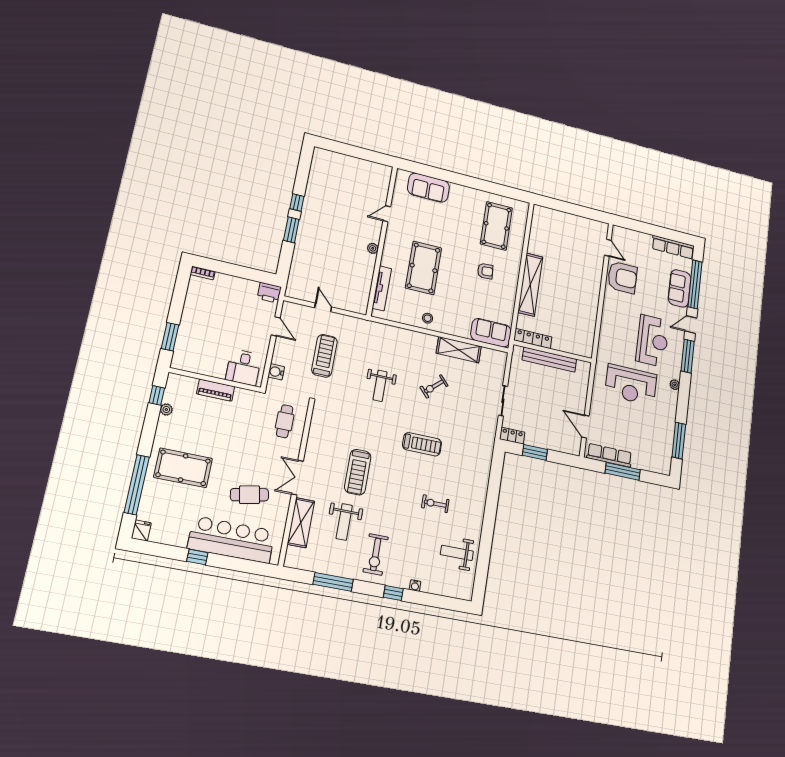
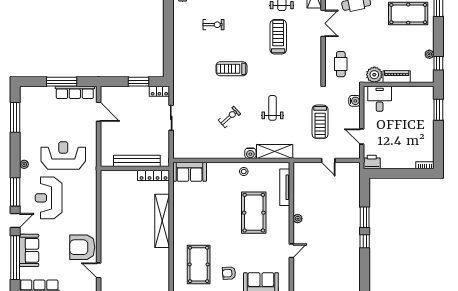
armchair: (485, 271) -> (229, 273), moved
water cooler: (416, 338) -> (250, 153), added
shelving: (459, 350) -> (275, 151), moved
plant: (244, 399) -> (374, 75), added

